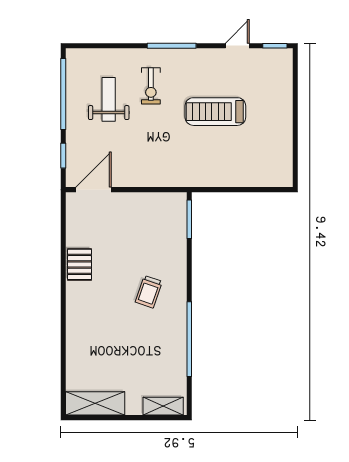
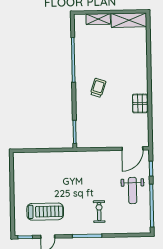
weight bench: (109, 99) -> (133, 190), moved
treadmill: (215, 112) -> (45, 212), moved
shelving: (163, 406) -> (98, 19), moved

